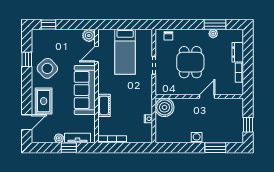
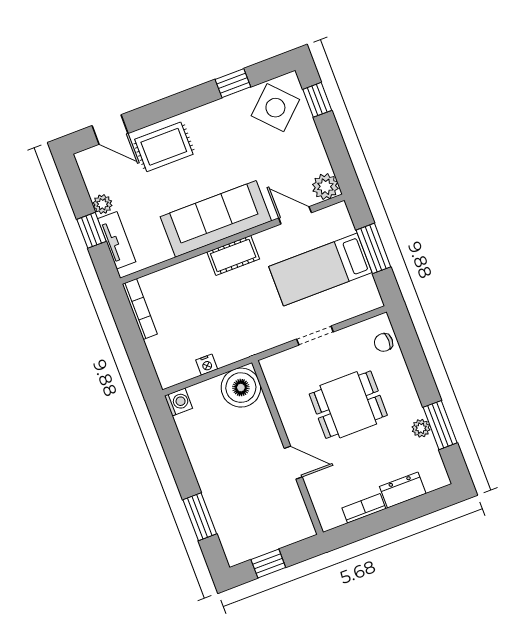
window: (125, 24) -> (373, 248), added
side table: (47, 68) -> (275, 108), moved
cot: (104, 105) -> (233, 255), moved
washing machine: (197, 138) -> (178, 402), moved

